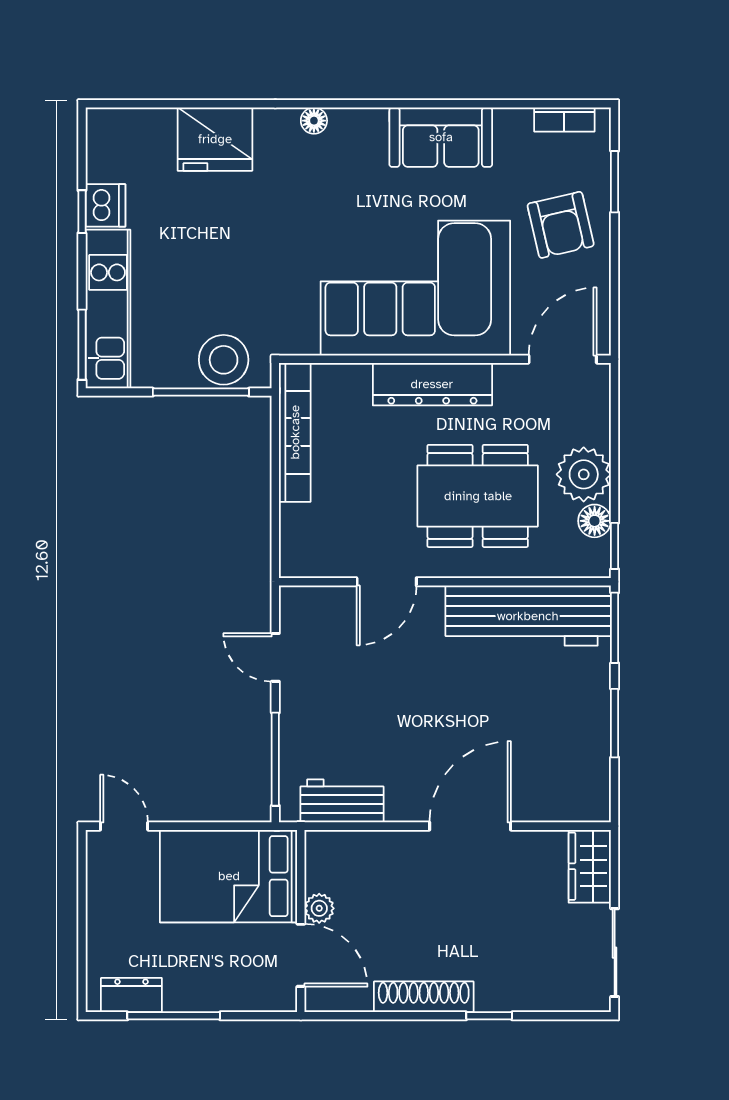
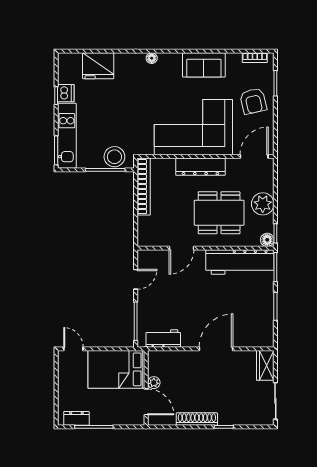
fridge: (215, 139) -> (98, 66), moved
floor lamp: (595, 521) -> (267, 240), moved
door: (275, 657) -> (136, 279), swing flipped

